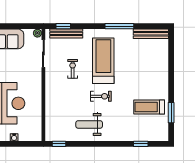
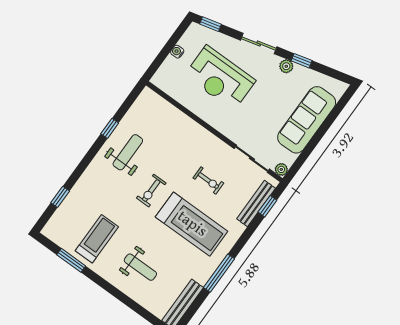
weight bench: (147, 72) -> (140, 267), added
window: (59, 144) -> (110, 128), moved

